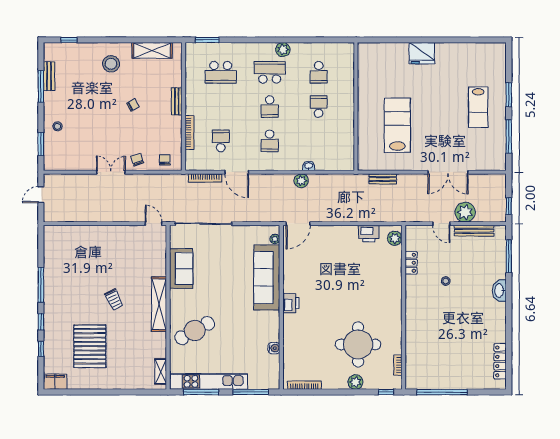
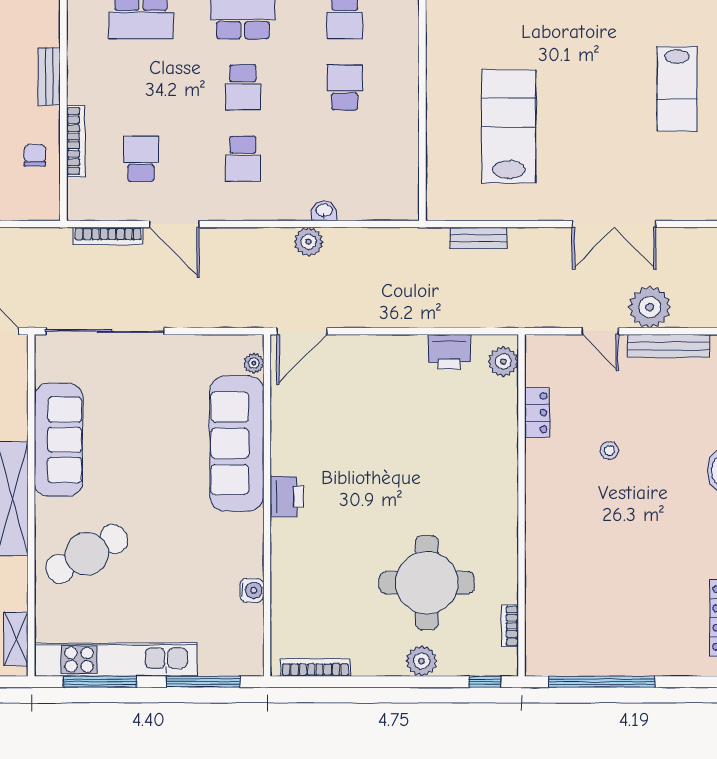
chair: (165, 160) -> (35, 155), moved
sofa: (181, 269) -> (58, 440), width x1.36

